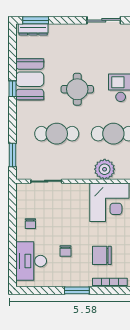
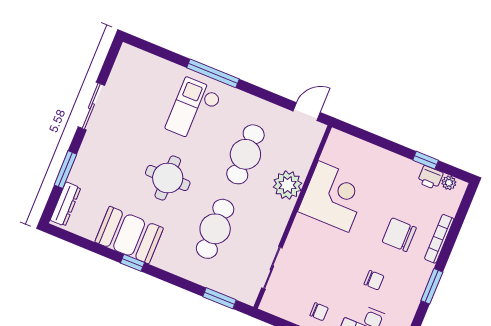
window: (36, 20) -> (65, 170), moved
chair: (102, 255) -> (399, 235), turned 90

